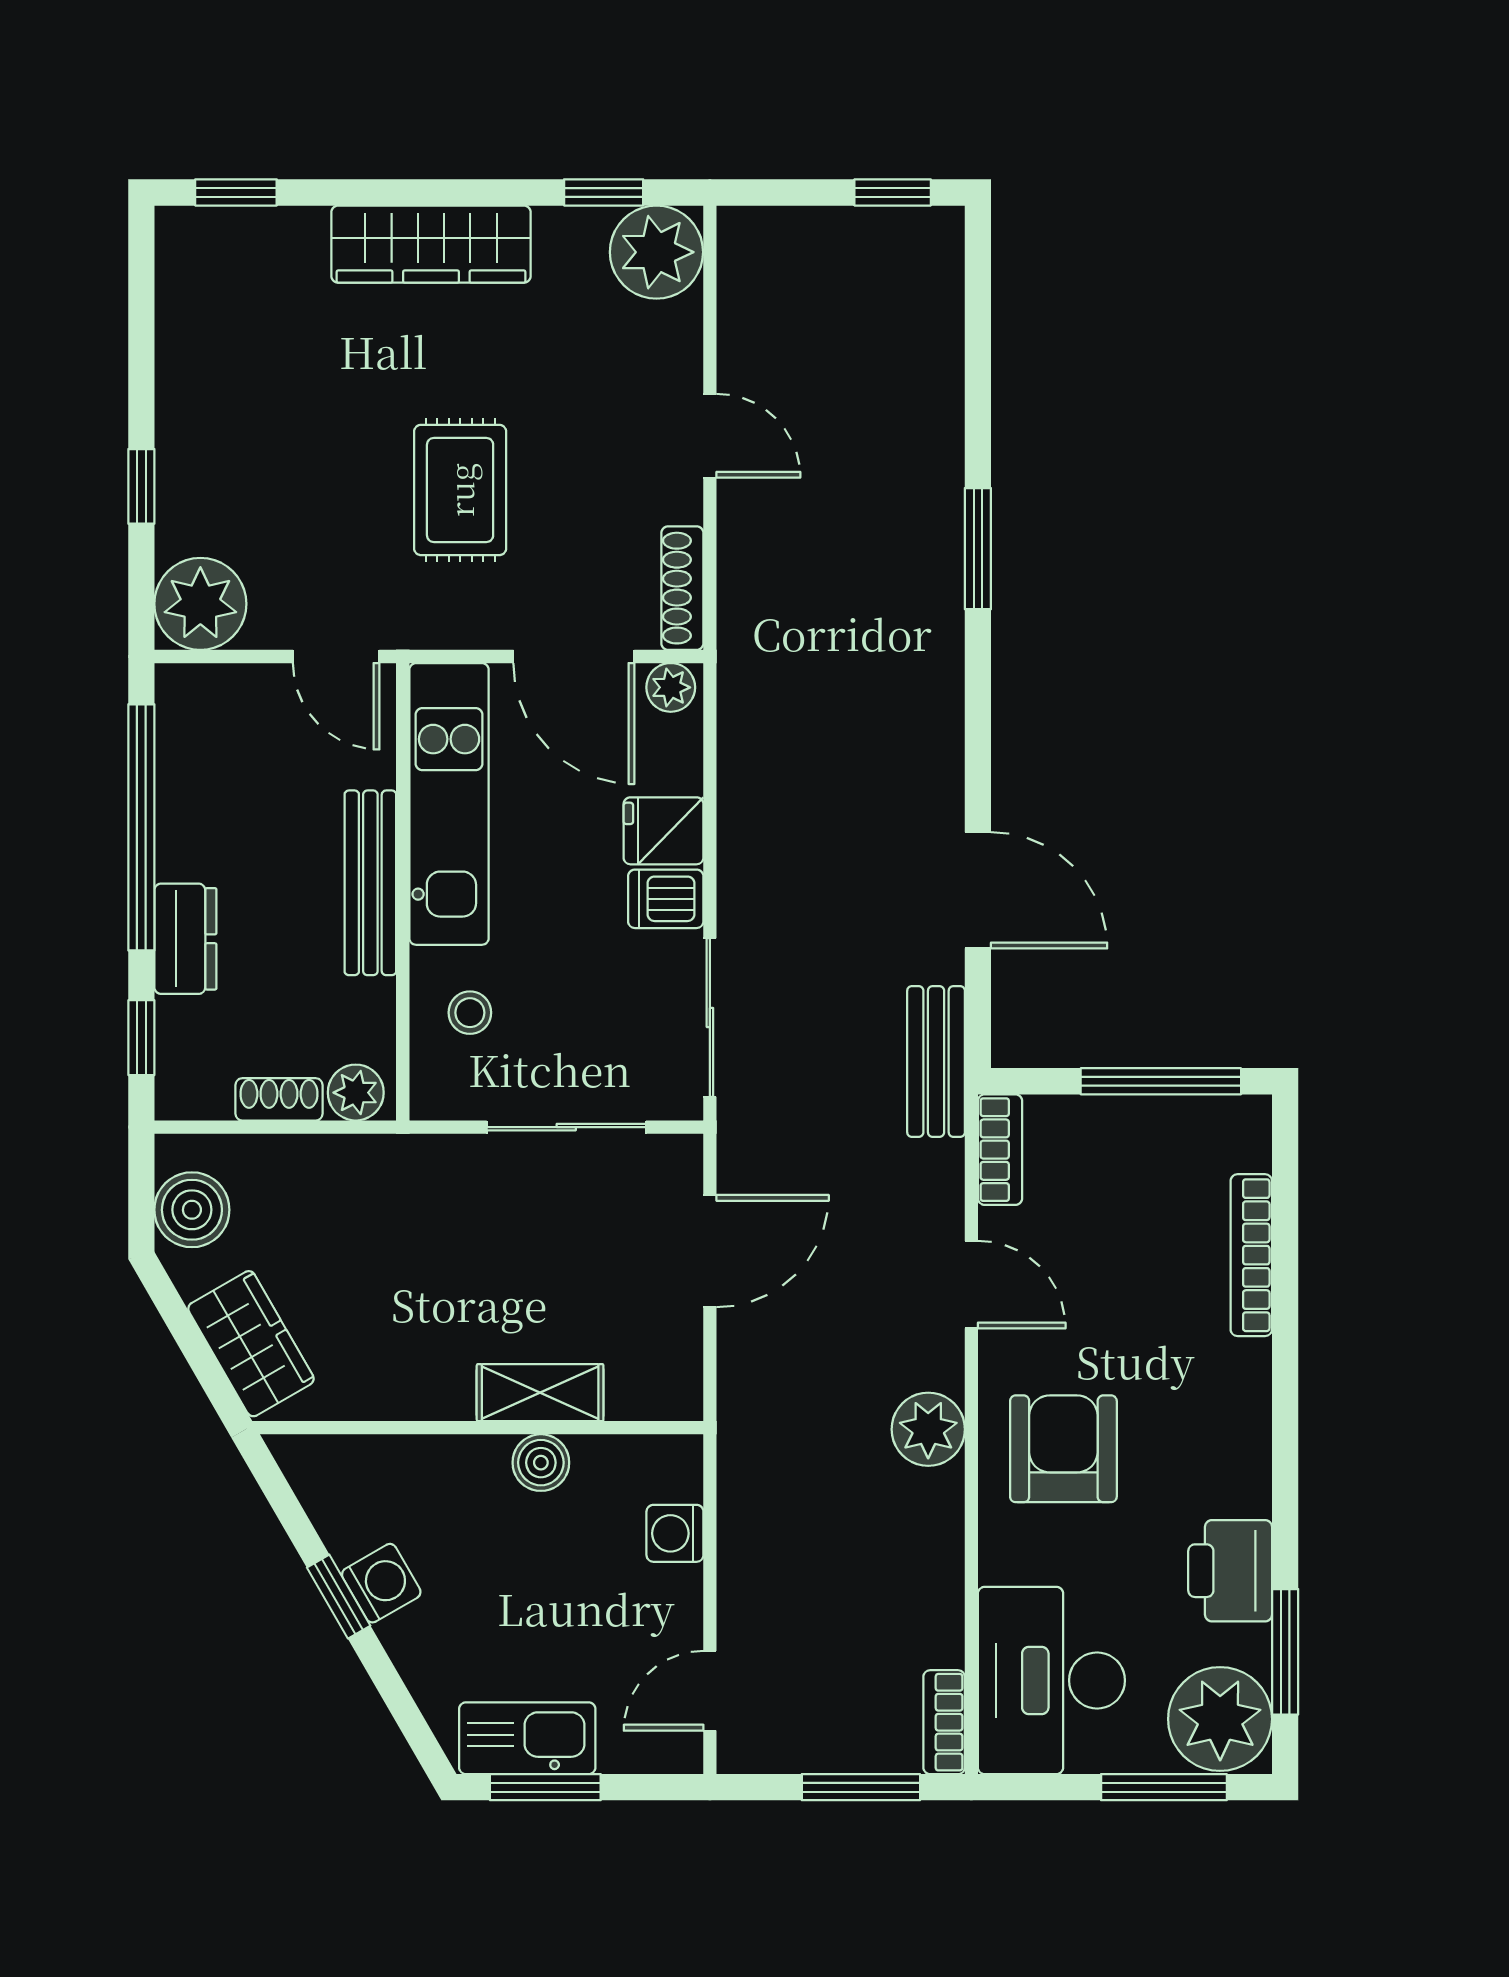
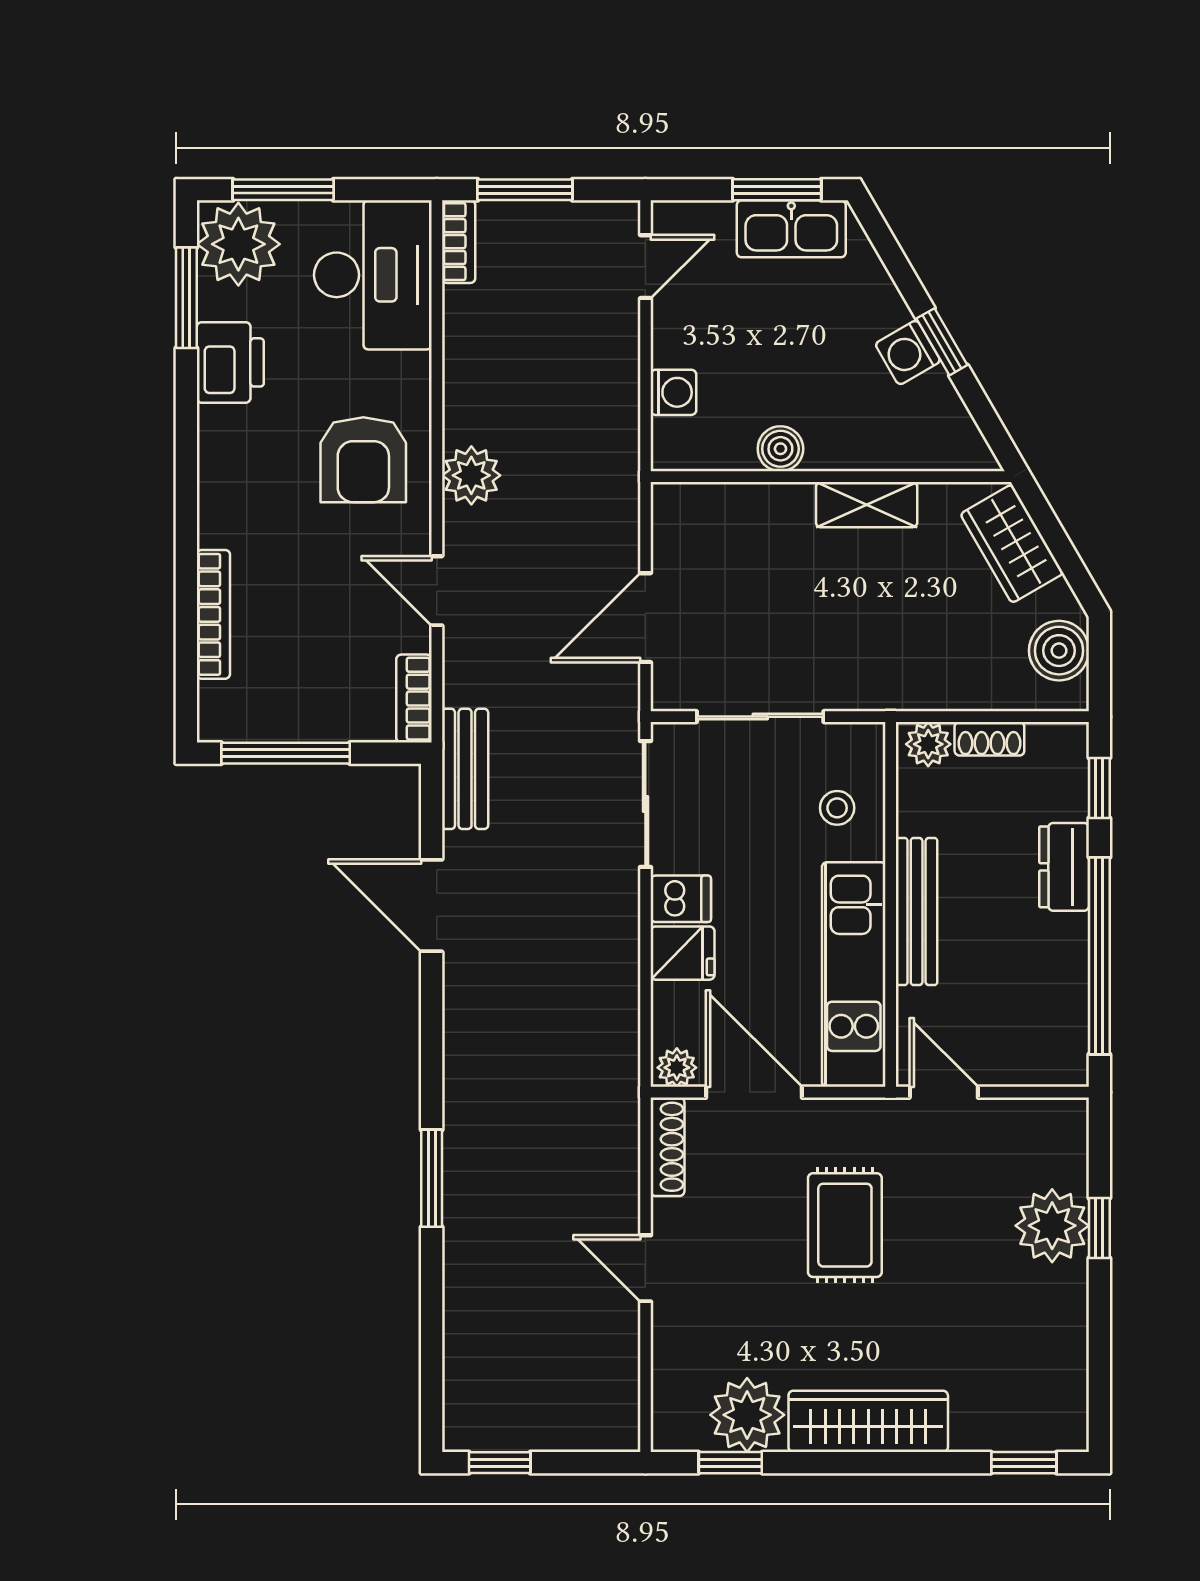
plant: (656, 252) -> (747, 1415), moved
plant: (200, 604) -> (1052, 1226), moved
shelving: (540, 1393) -> (867, 505), moved

